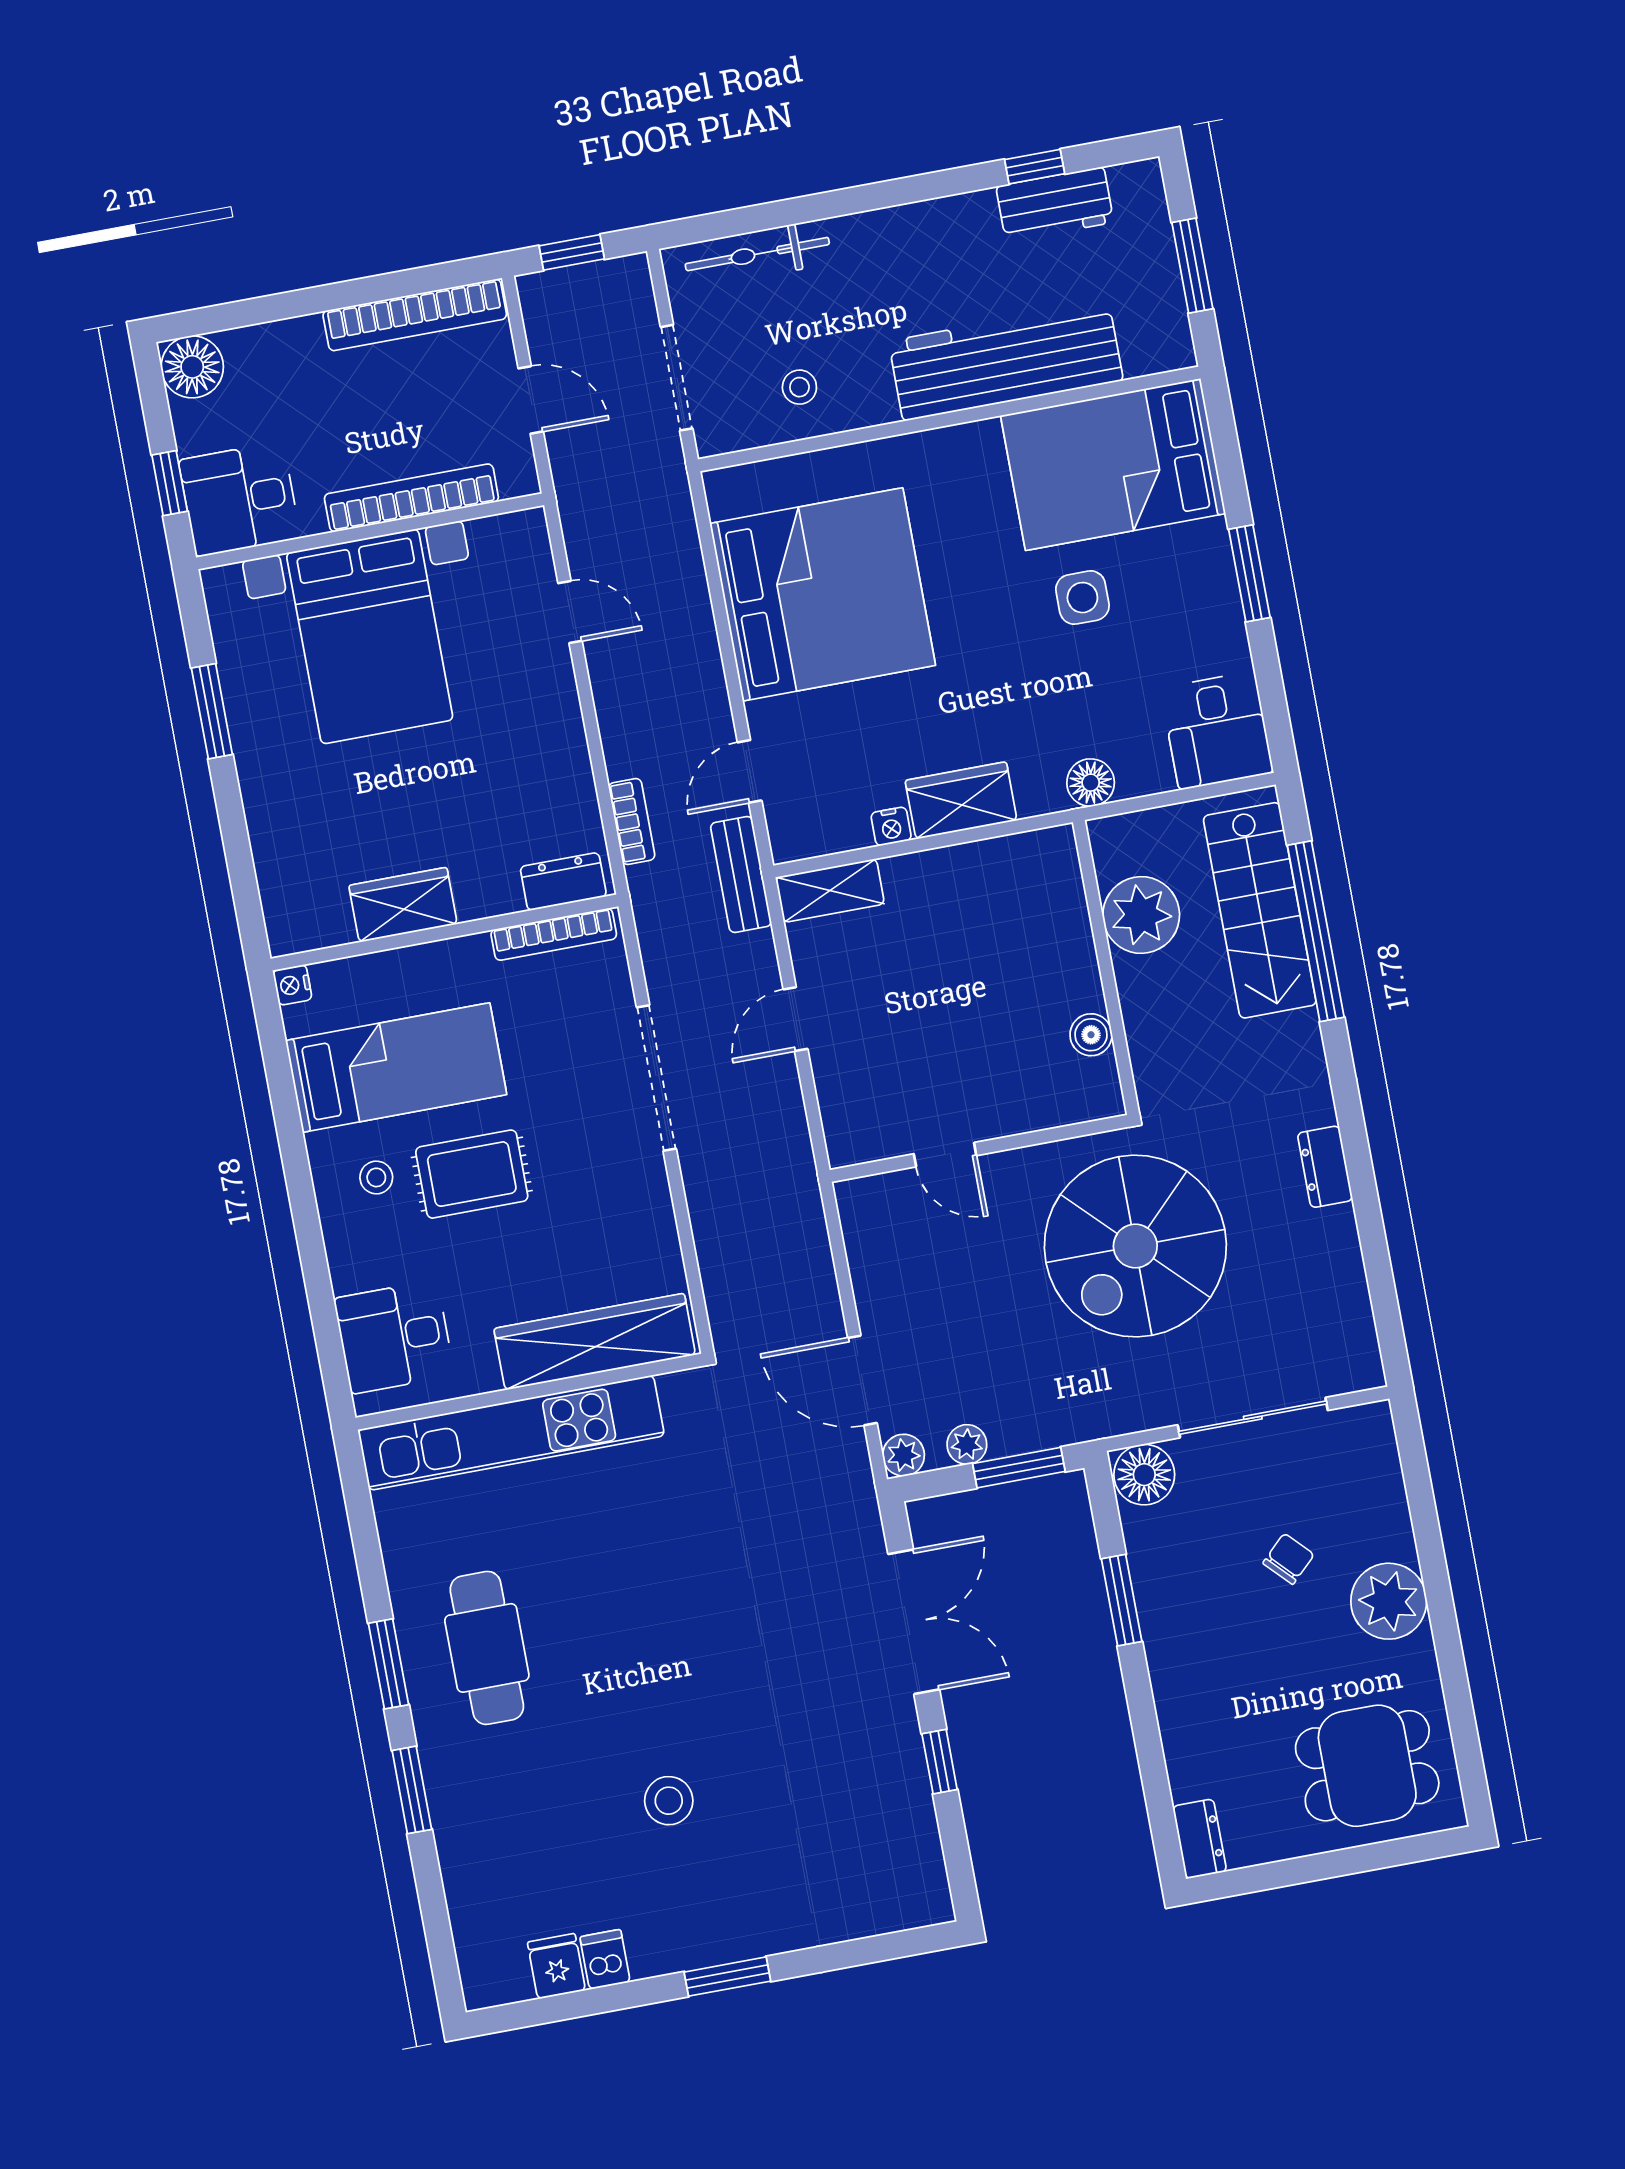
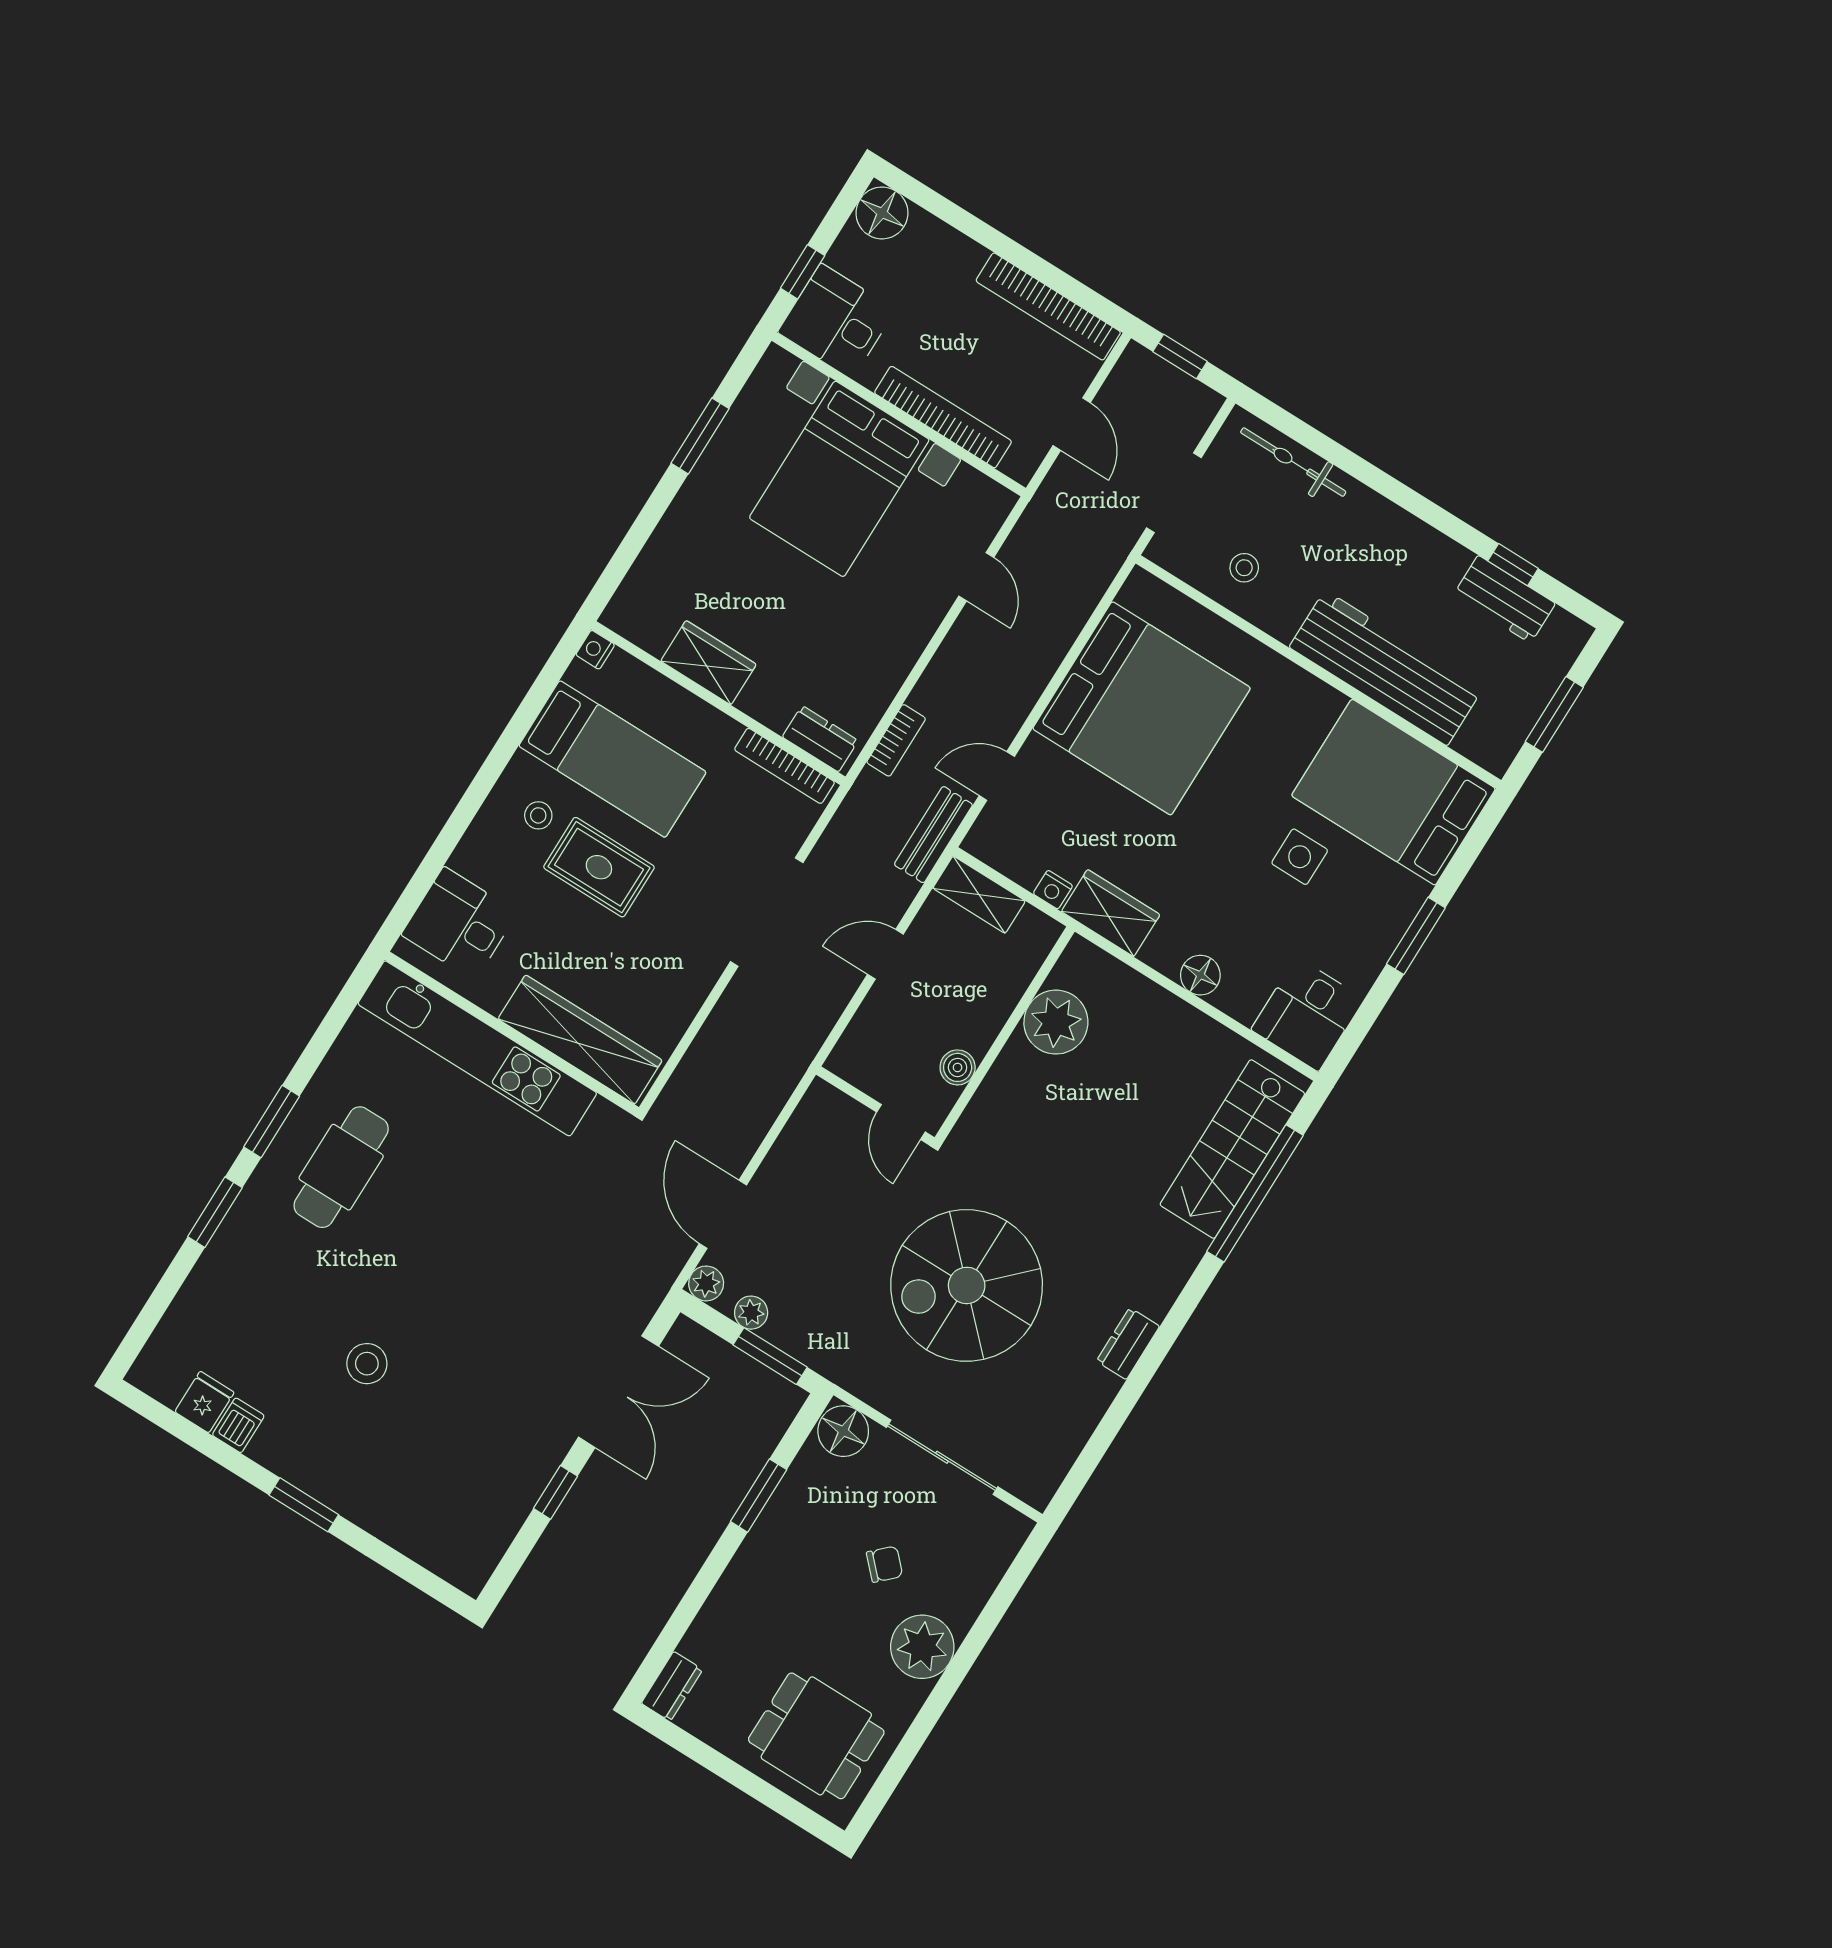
plant: (1141, 915) -> (1056, 1022), moved
wall: (1106, 967) -> (1005, 1034), moved
boiler: (1091, 1035) -> (958, 1067), moved

